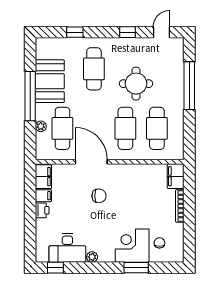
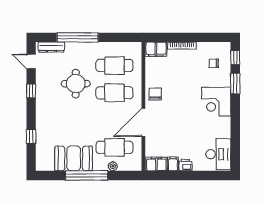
dresser: (178, 55) -> (51, 47), added
cafe table: (94, 69) -> (63, 120), removed
chair: (99, 196) -> (155, 94), moved
corner desk: (132, 246) -> (216, 102), moved
desk: (67, 248) -> (218, 154), moved
plant: (92, 257) -> (226, 122), removed
window: (55, 268) -> (235, 58), moved

